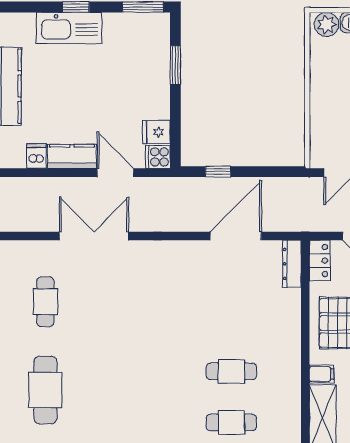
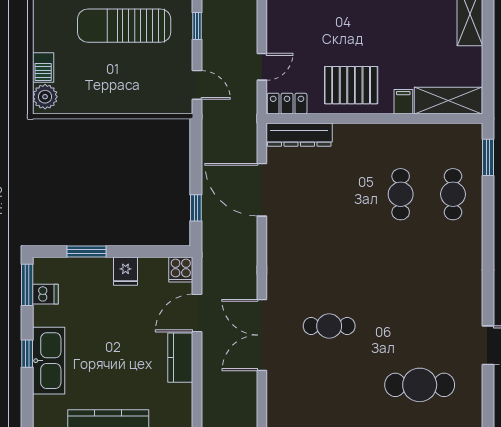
fridge: (156, 132) -> (125, 271), moved
dishwasher: (36, 156) -> (45, 294), moved, turned 180
dresser: (292, 264) -> (299, 135), width x1.37, depth x1.24
cafe table: (45, 302) -> (329, 326), moved

